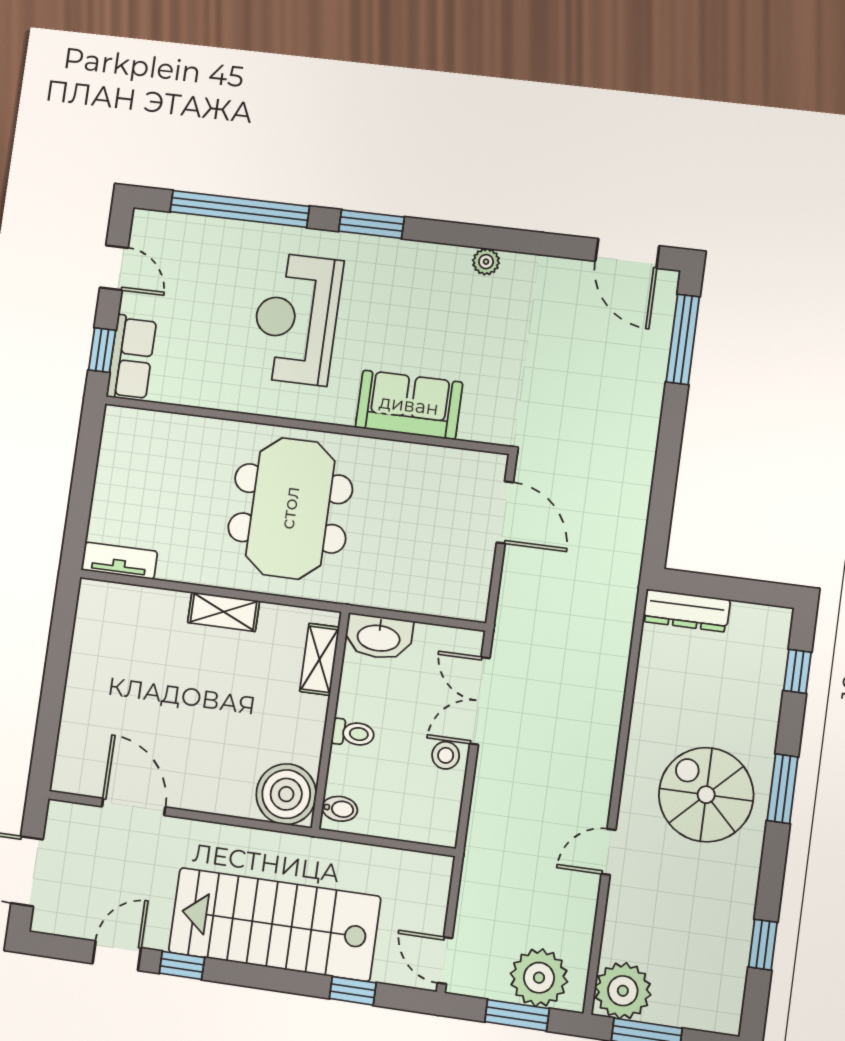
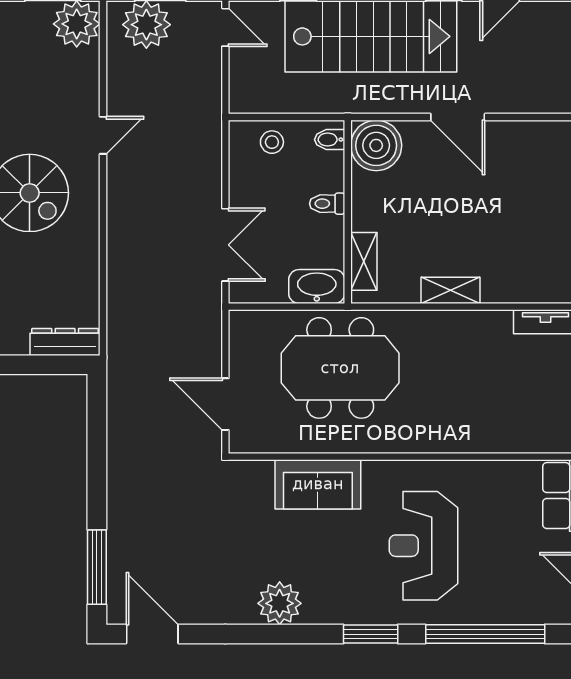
plant: (486, 262) -> (280, 603), width x1.87, depth x1.87
reception desk: (296, 319) -> (424, 546), turned 180
meeting table: (290, 508) -> (340, 368), moved, turned 90
stool: (446, 755) -> (272, 142), moved
door: (134, 807) -> (458, 117), moved

